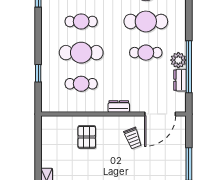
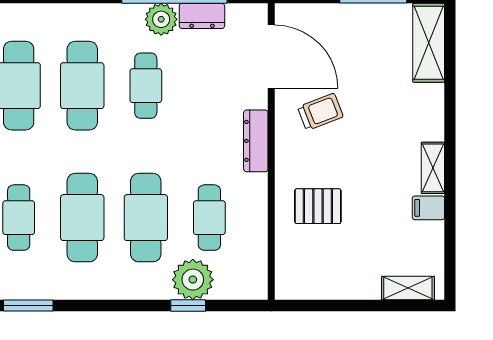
cafe table: (81, 21) -> (82, 218), width x1.37, depth x1.35
plant: (51, 76) -> (193, 280), added
dresser: (119, 107) -> (256, 141), width x1.44

